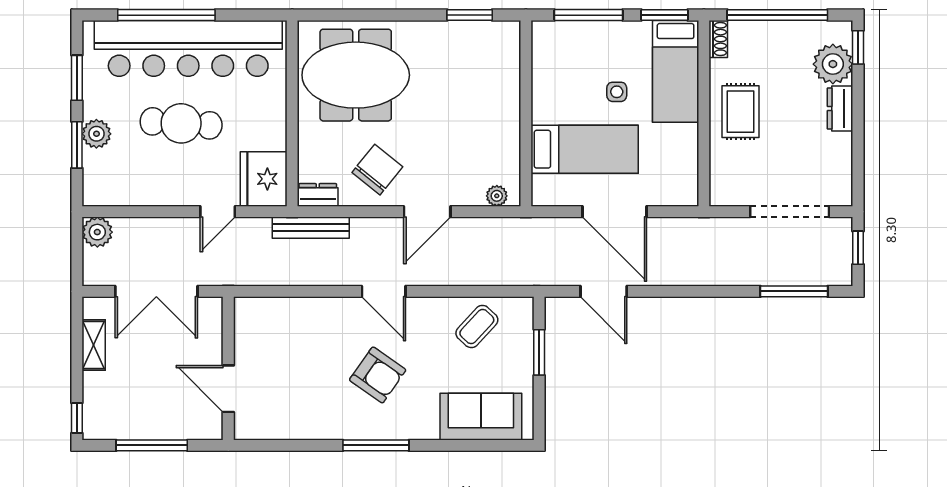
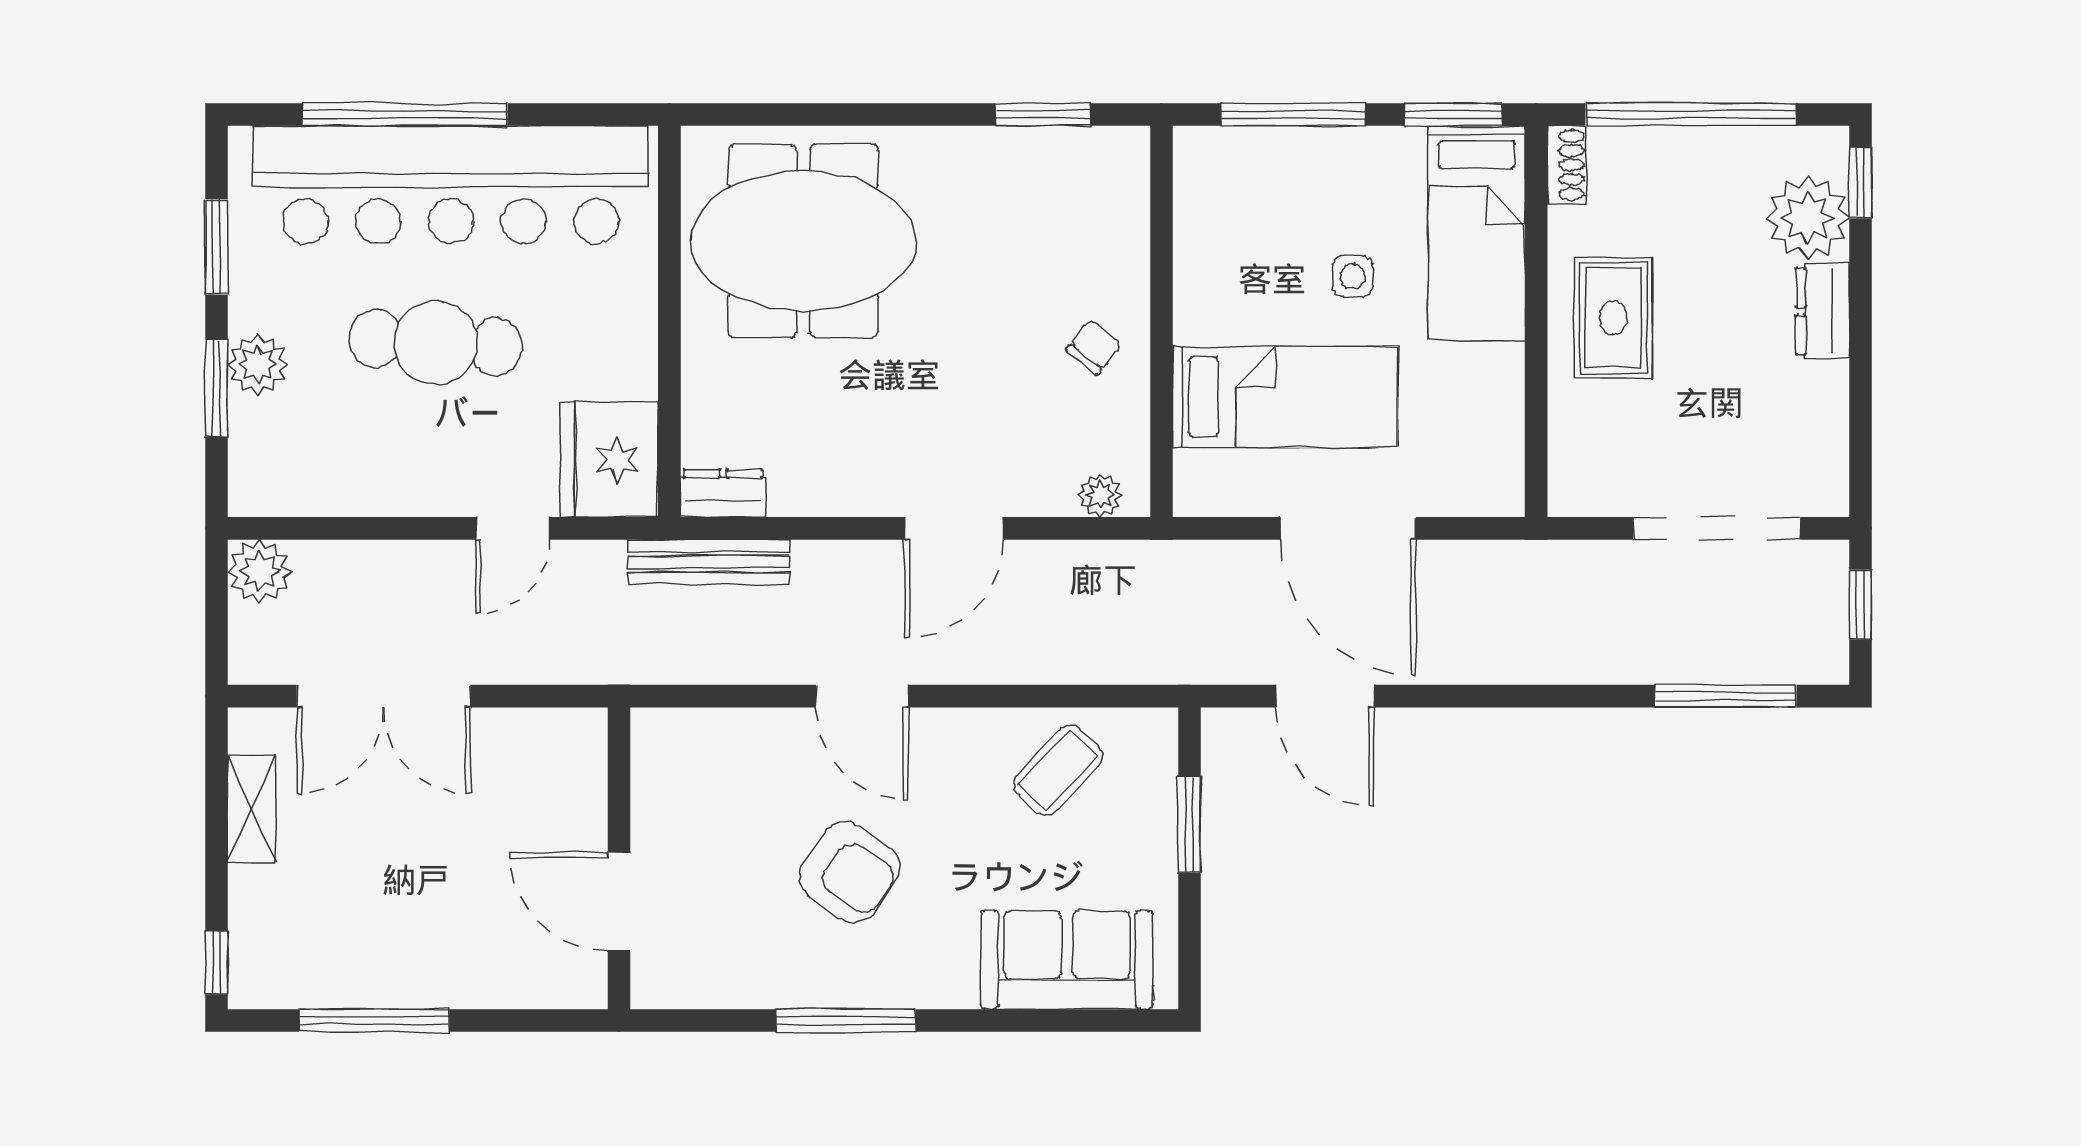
chair: (377, 170) -> (1094, 347), moved, width x0.54, depth x0.54
wall: (228, 368) -> (619, 858), moved
door: (228, 389) -> (619, 901), moved

